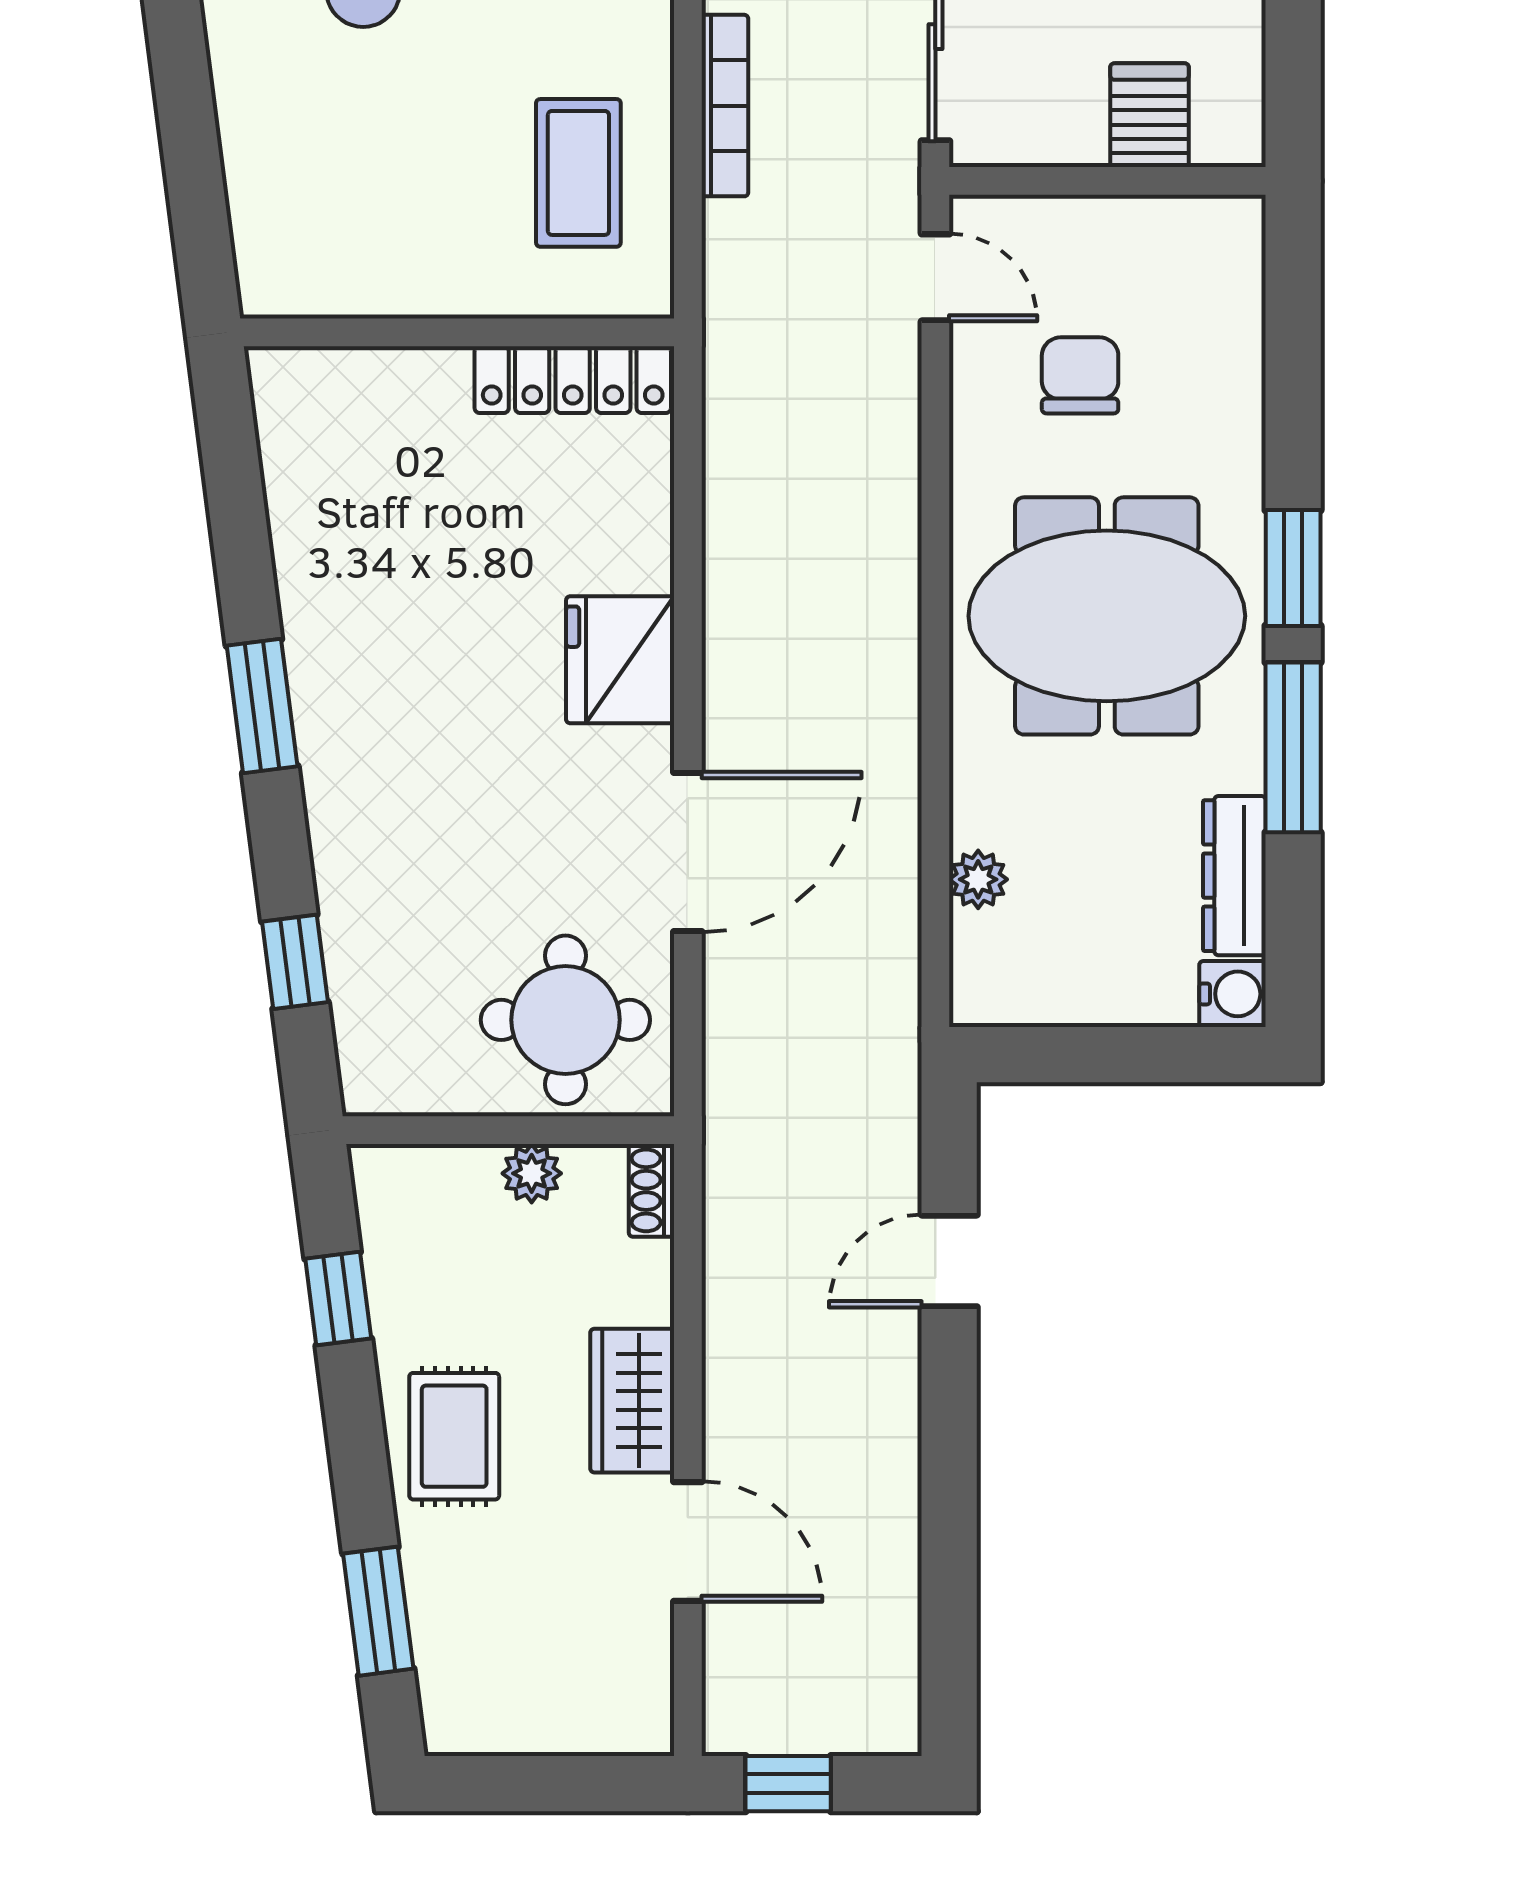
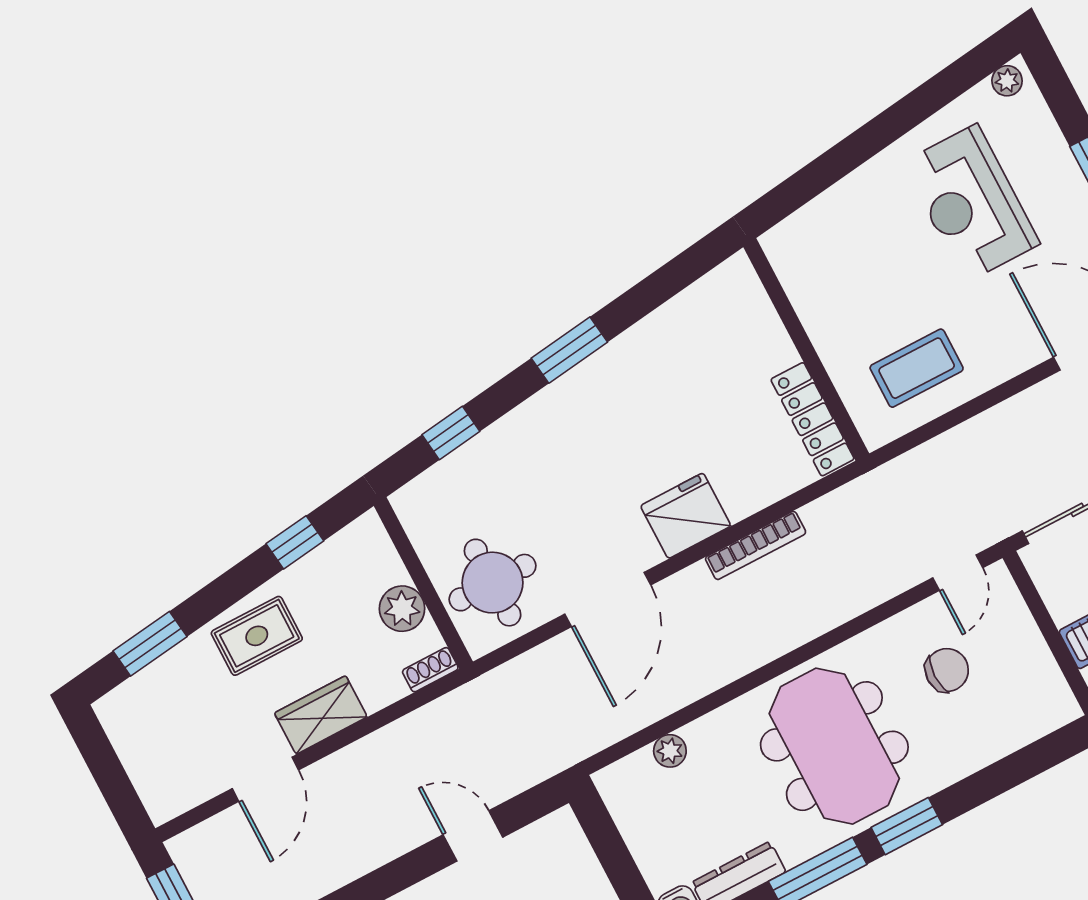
bookcase: (725, 106) -> (756, 545), moved
door: (688, 852) -> (608, 600), hinge flipped
plant: (532, 1173) -> (402, 609), width x1.38, depth x1.38

